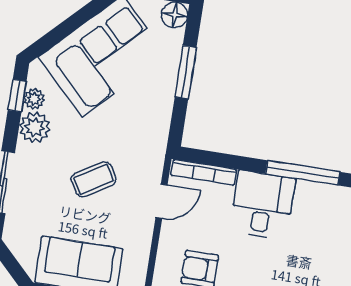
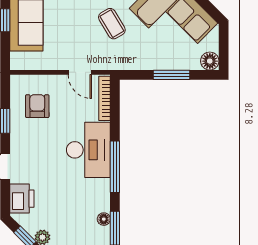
coffee table: (94, 179) -> (112, 24), moved
desk: (262, 205) -> (88, 150), width x1.37

